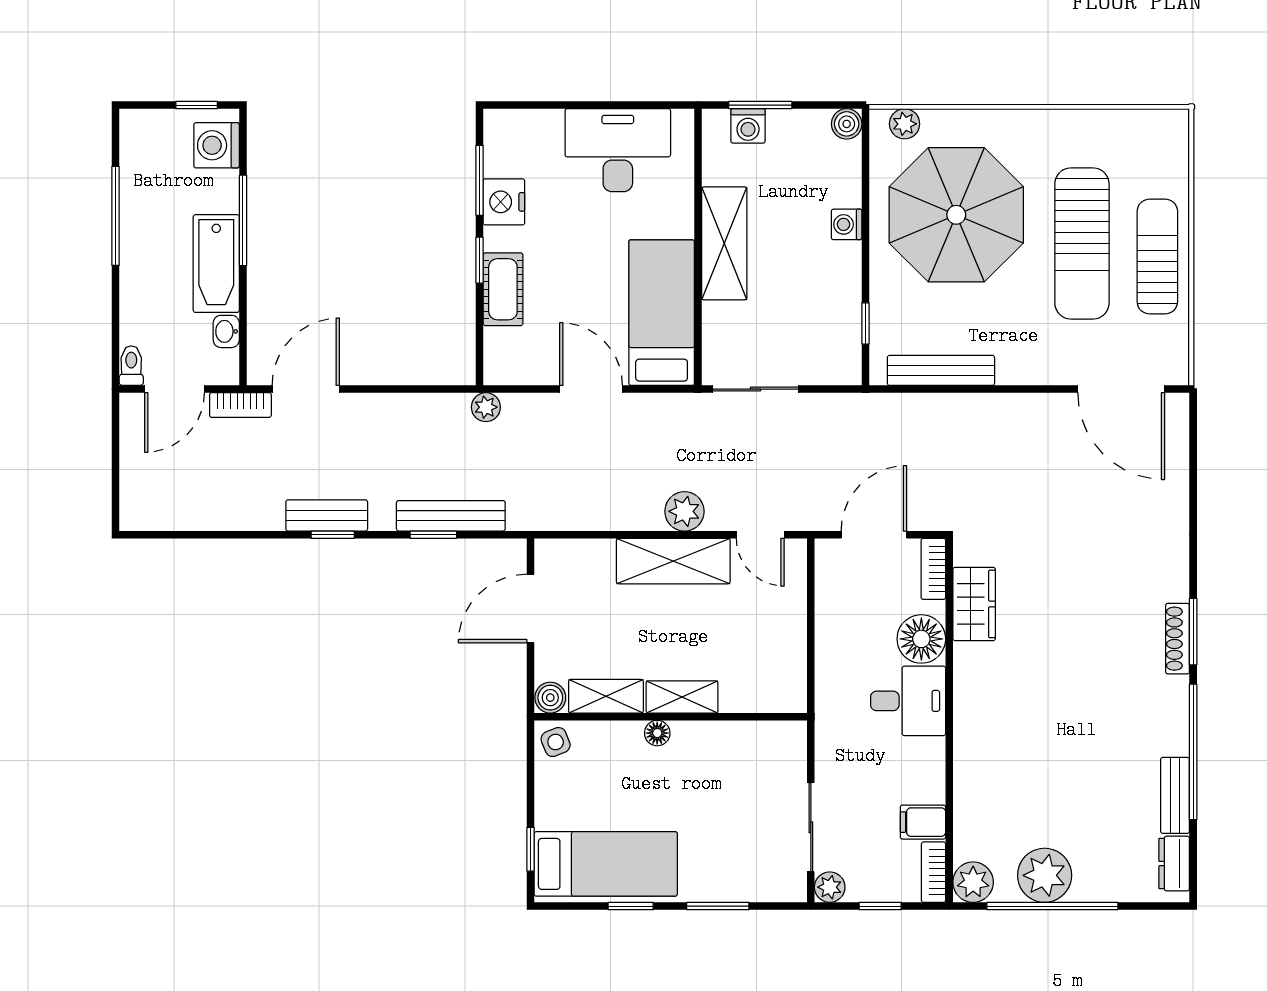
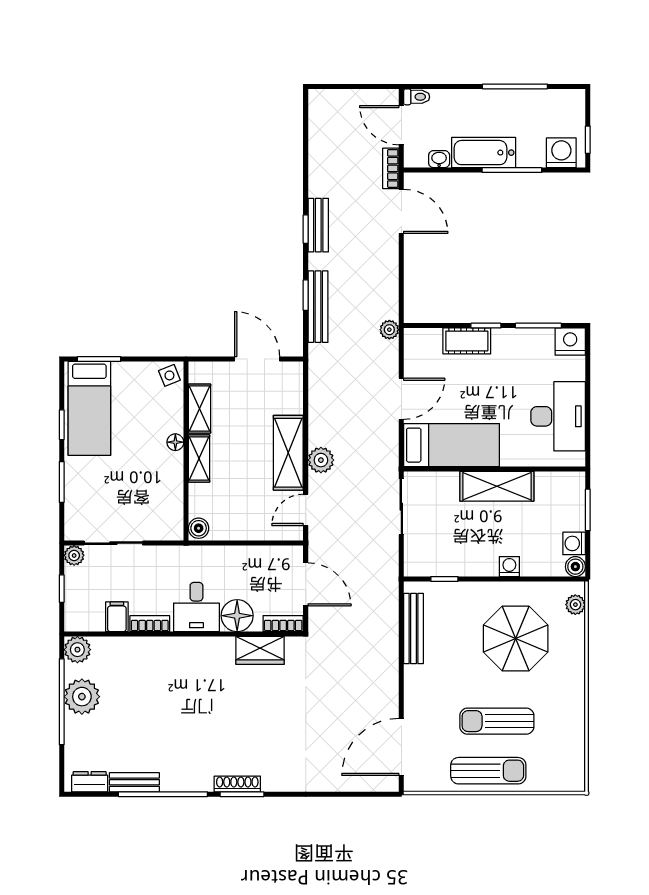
washing machine: (748, 126) -> (574, 543), moved
nightstand: (504, 202) -> (570, 342), moved
parasol: (956, 215) -> (516, 639), width x0.73, depth x0.73
sun lounger: (1082, 243) -> (497, 721), width x0.73, depth x0.75
boiler: (550, 698) -> (199, 528), moved
window: (531, 849) -> (99, 359), width x1.50
bookcase: (933, 872) -> (150, 624), moved

